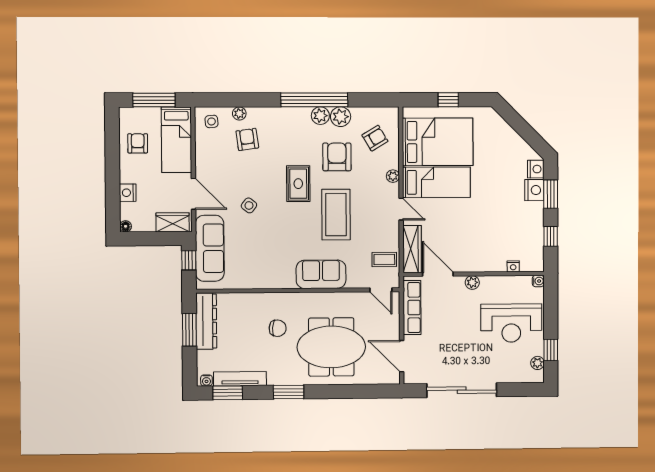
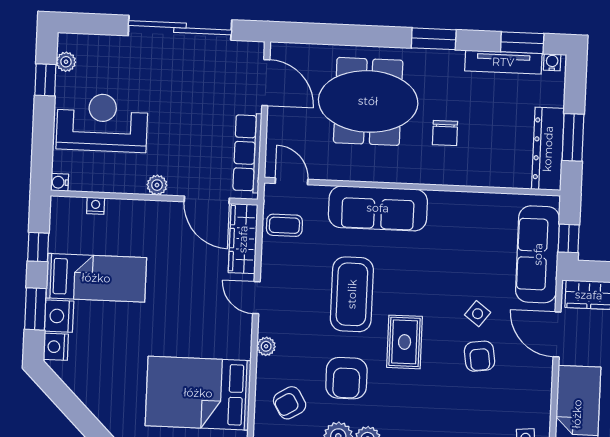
armchair: (247, 139) -> (480, 356), moved
bed: (436, 182) -> (96, 278), moved, turned 180
sofa: (321, 274) -> (378, 208), width x1.36
chair: (278, 328) -> (445, 133), turned -94

